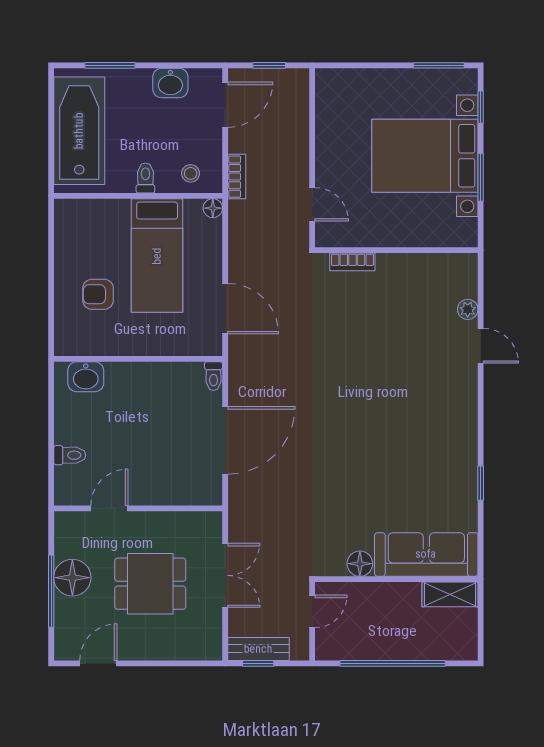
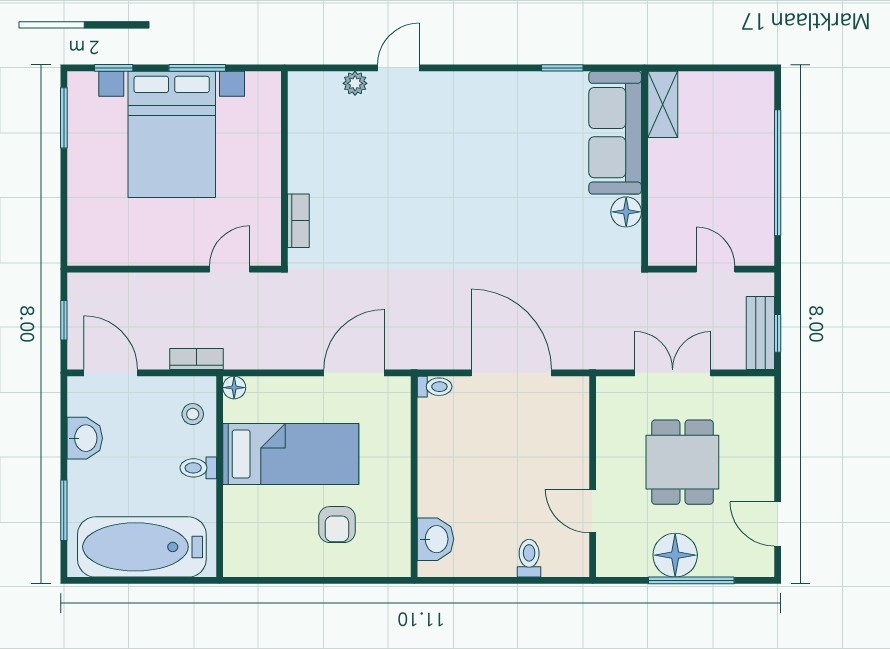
sofa: (426, 554) -> (615, 133), moved
floor lamp: (360, 564) -> (626, 212), moved
wall: (396, 579) -> (645, 168), moved
shelving: (450, 594) -> (663, 104), moved

